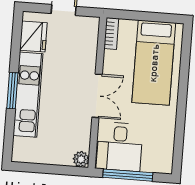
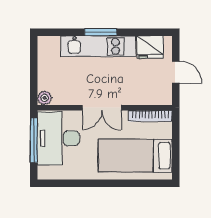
bookcase: (111, 33) -> (150, 116), width x1.56
desk: (120, 147) -> (58, 138), width x1.37

